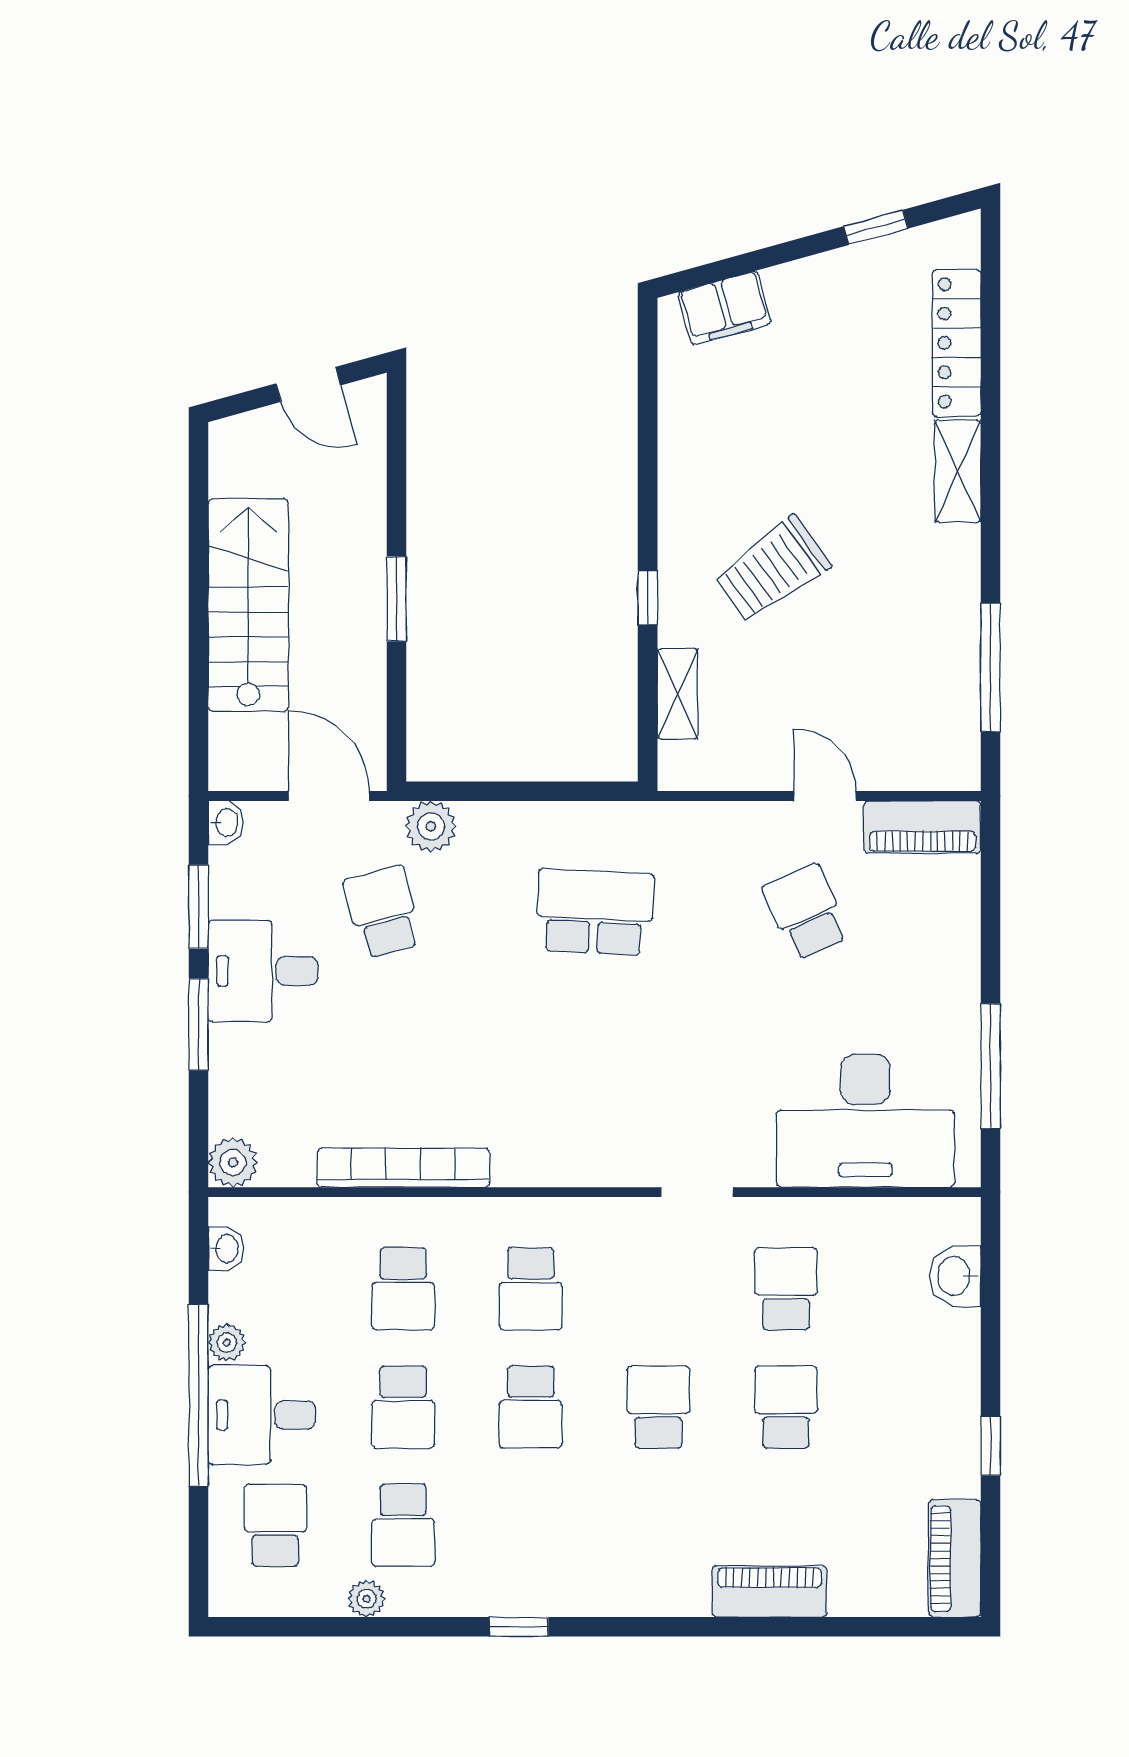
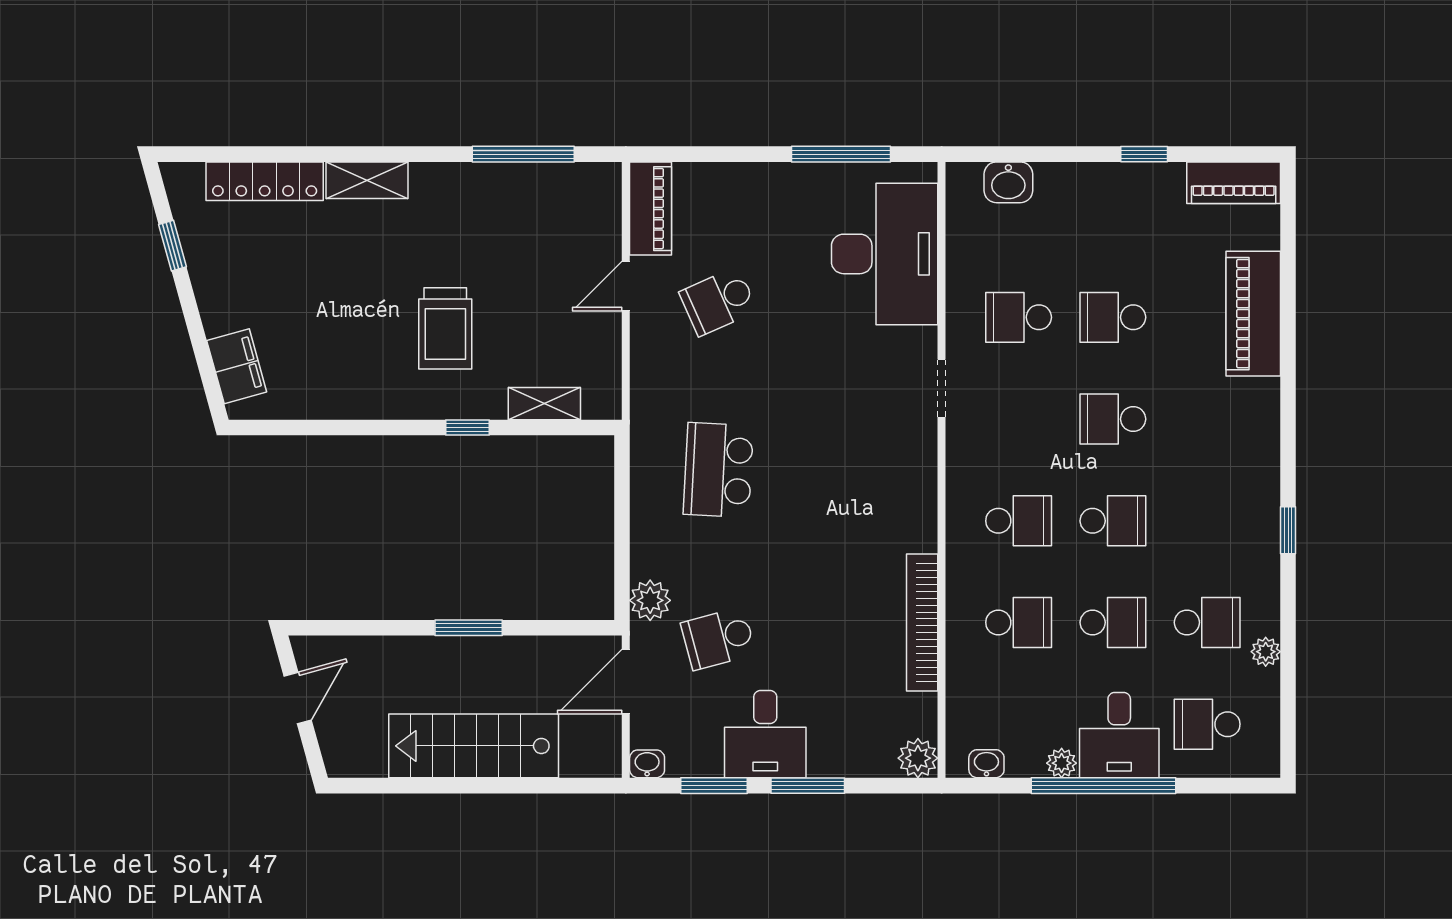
trolley: (772, 570) -> (445, 328), turned 36
piano: (770, 1591) -> (1253, 314), width x1.37, depth x1.33

